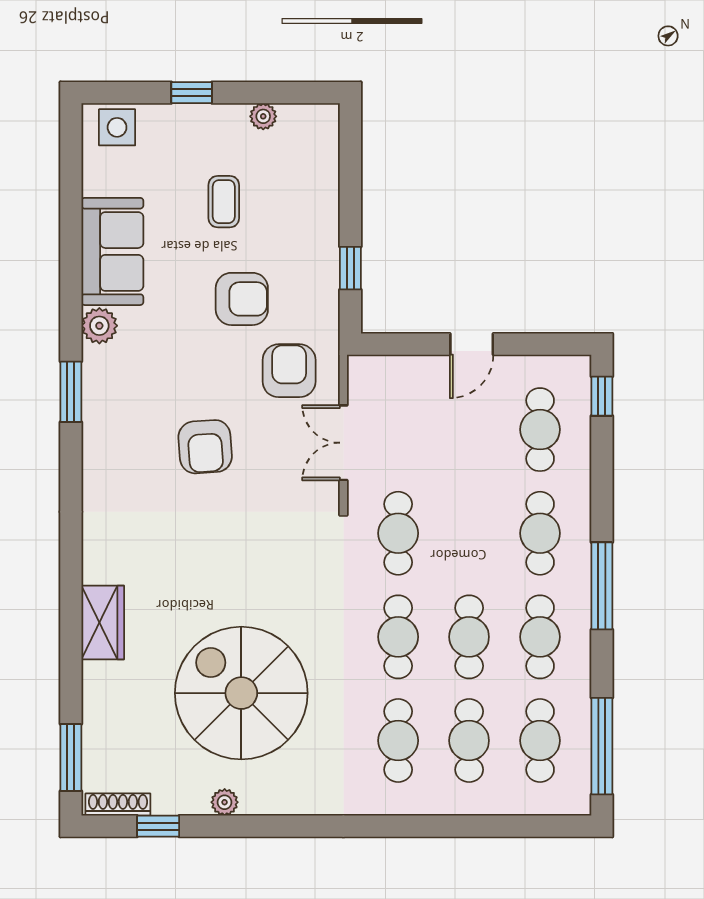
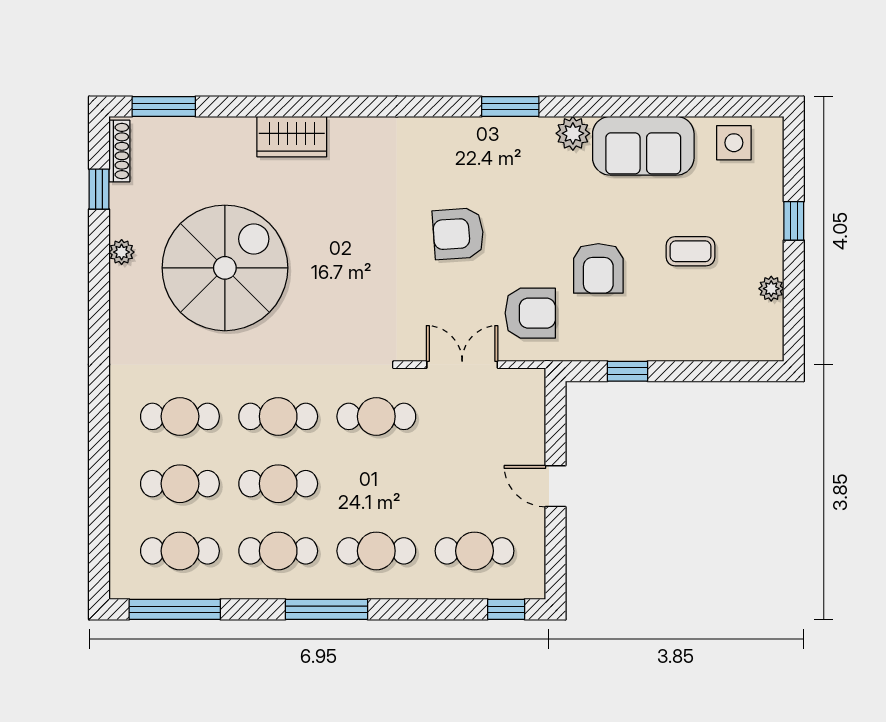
side table: (117, 127) -> (734, 143), moved

